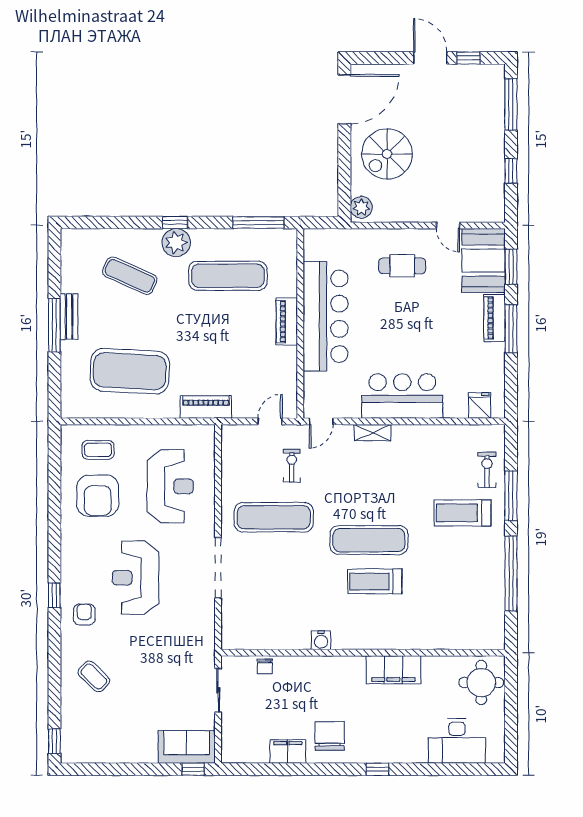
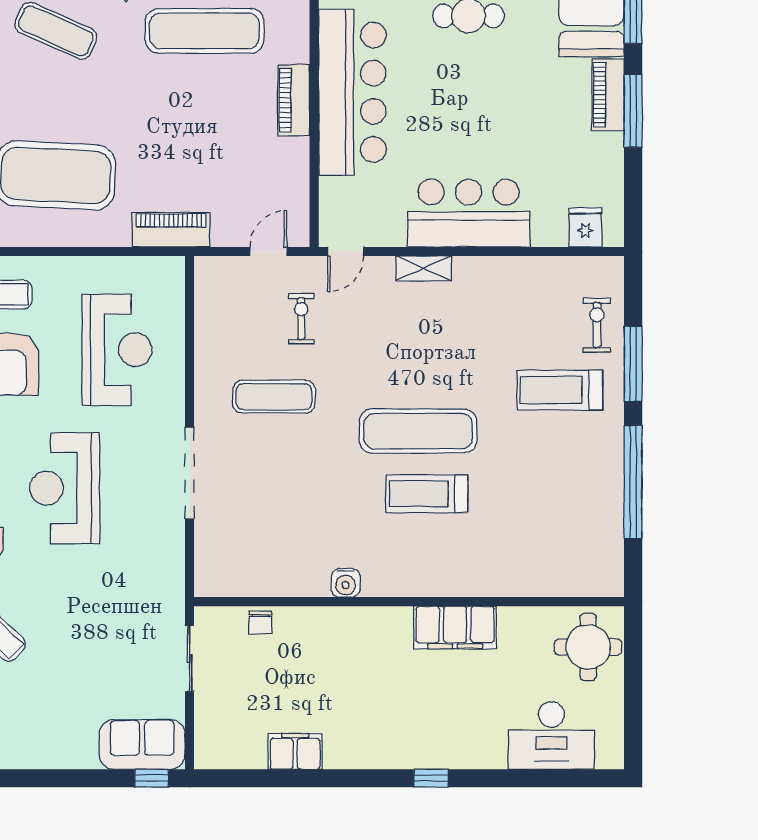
exercise mat: (274, 517) -> (274, 397), width x0.73, depth x0.69
chair: (330, 736) -> (359, 728), removed

